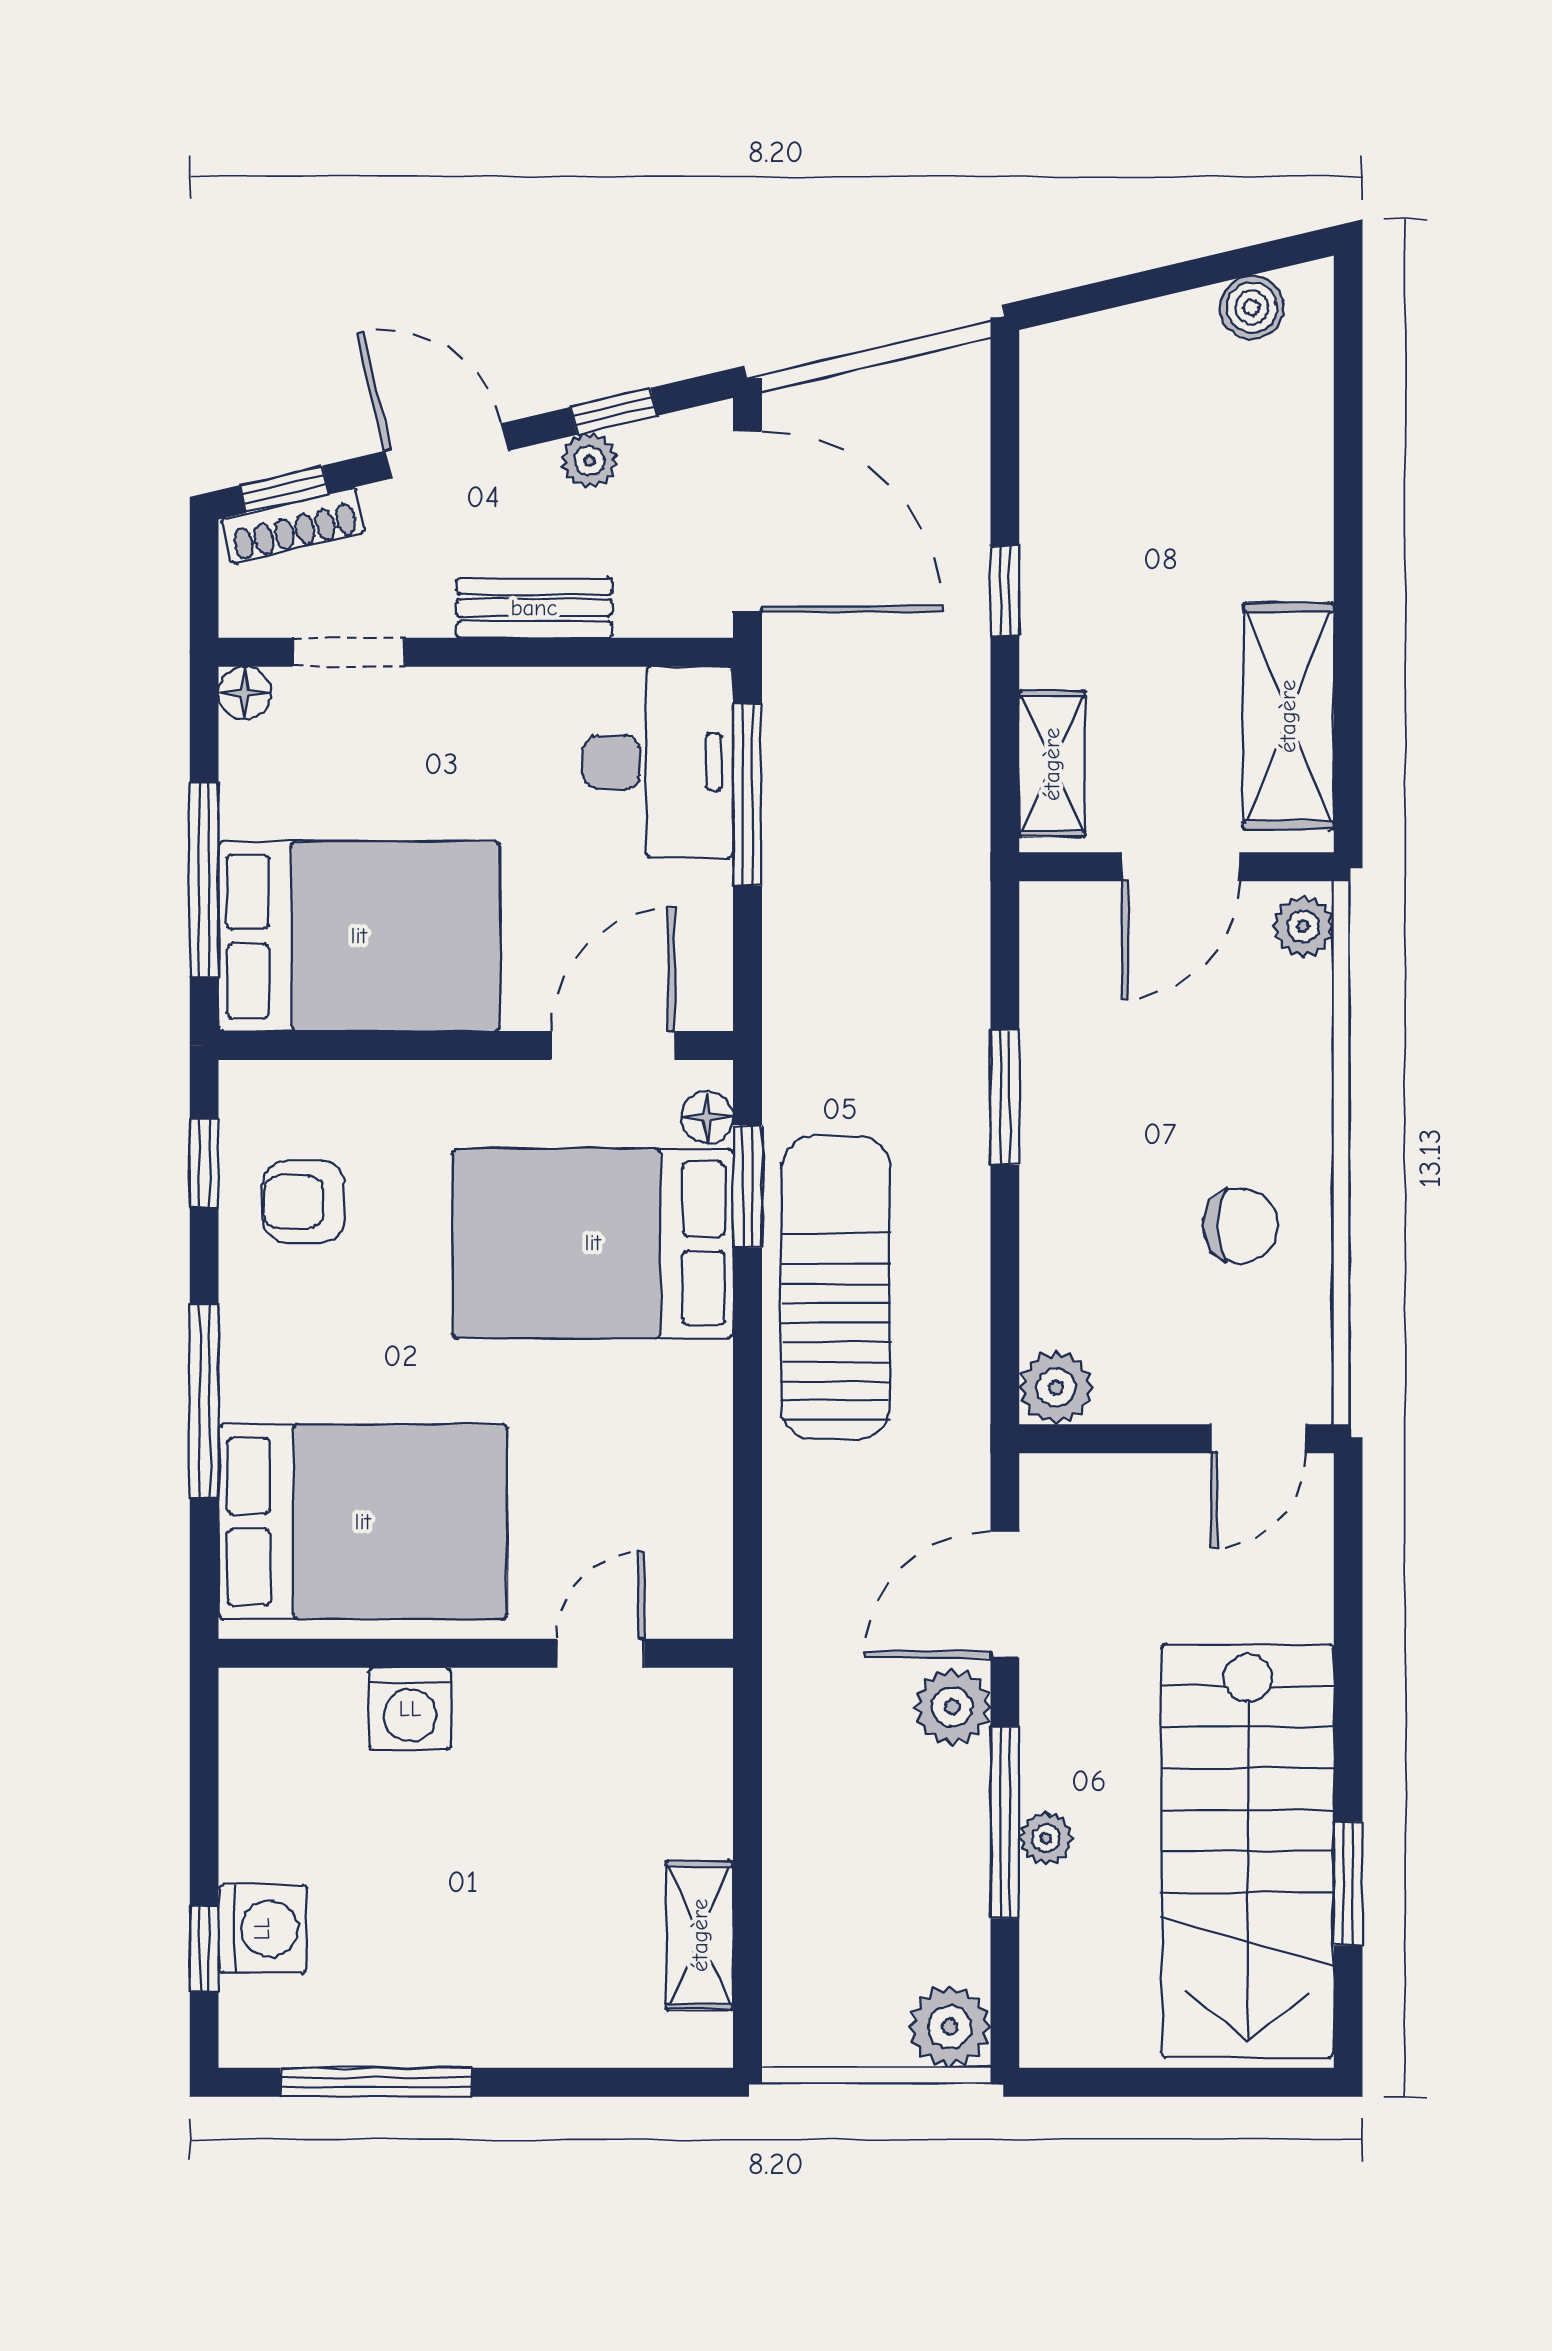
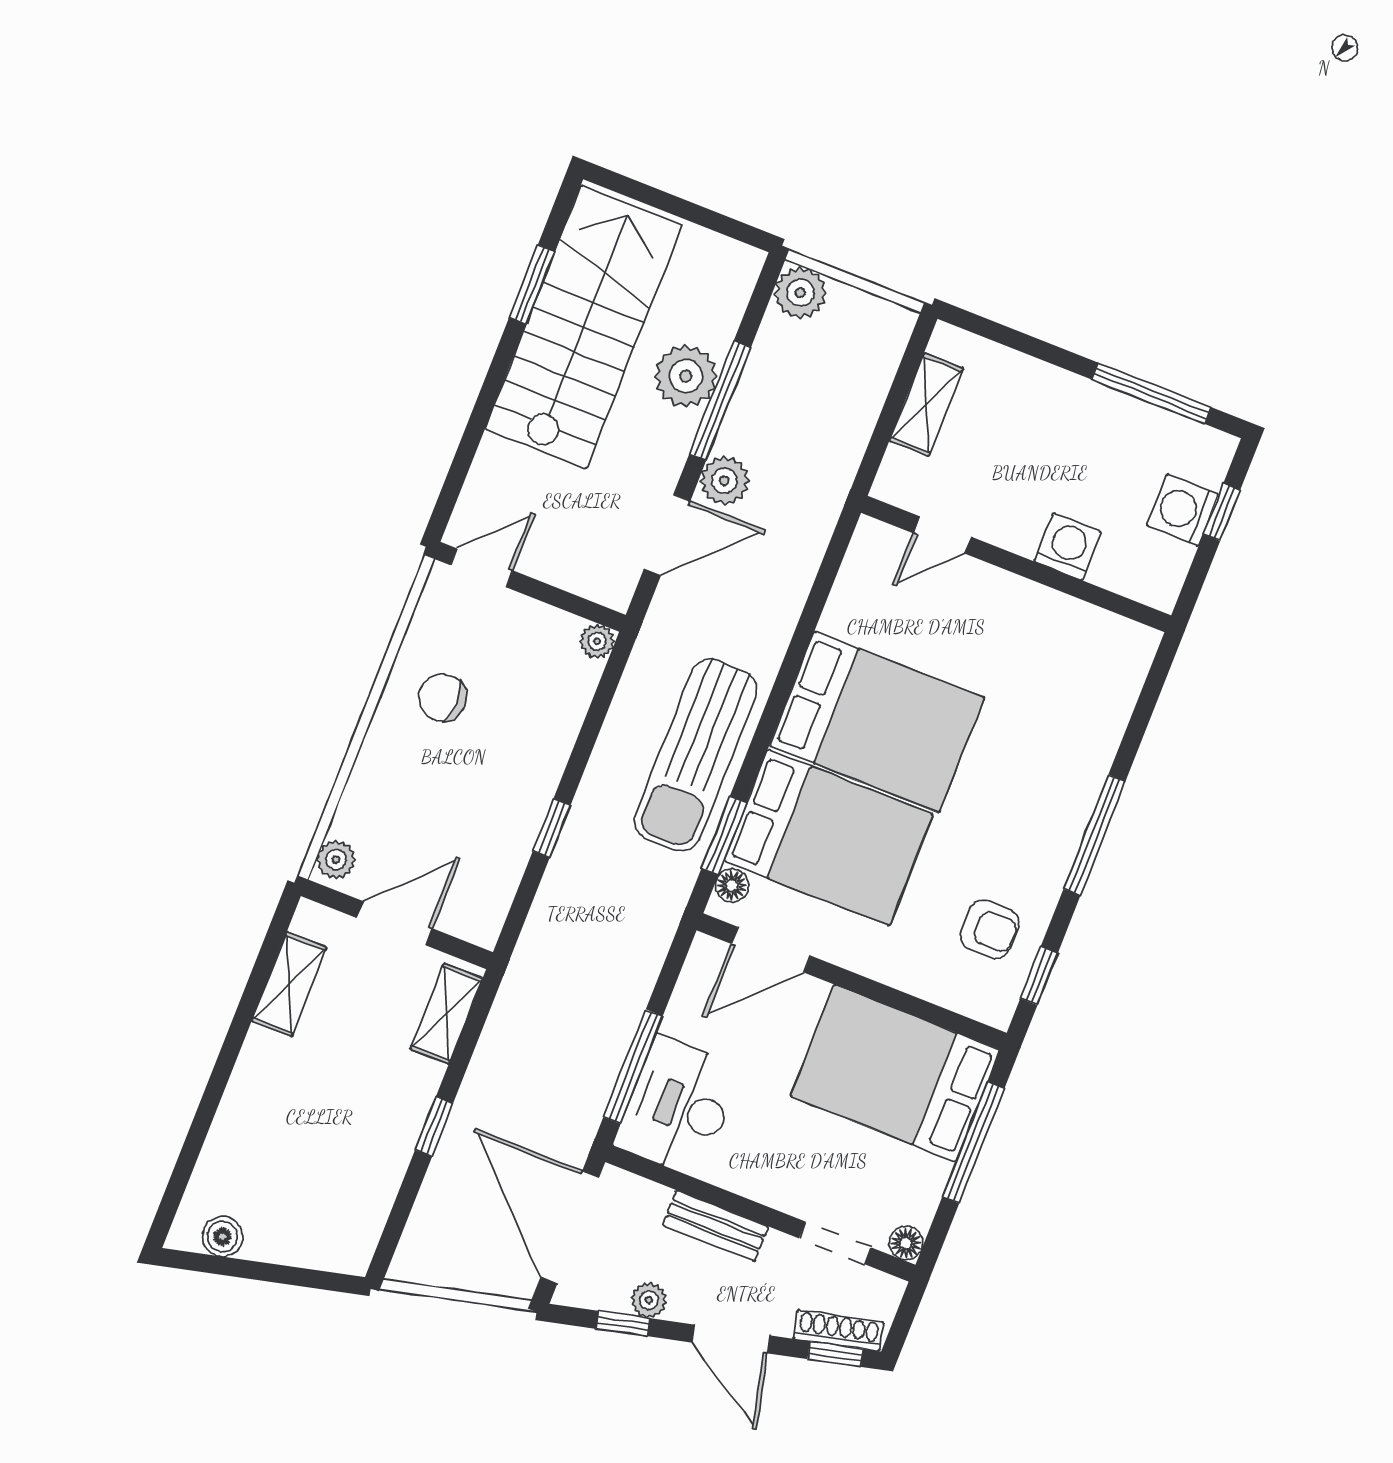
shelving: (1288, 716) -> (289, 984), width x0.67, depth x0.75
window: (1005, 1097) -> (552, 828), width x0.67
plant: (1056, 1387) -> (597, 641), width x0.73, depth x0.73
bed: (363, 1522) -> (877, 722), moved, turned 180
wall: (476, 1653) -> (1016, 564), moved
door: (601, 1653) -> (942, 535), moved
washing machine: (410, 1709) -> (1068, 547), moved
plant: (1046, 1838) -> (686, 376), width x1.87, depth x1.87

